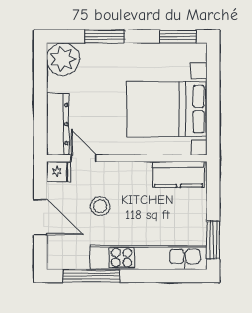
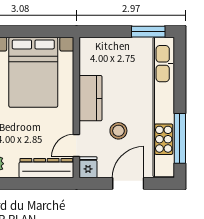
kitchen counter: (178, 174) -> (91, 98), moved
kitchen unit: (149, 258) -> (164, 107), width x1.36

